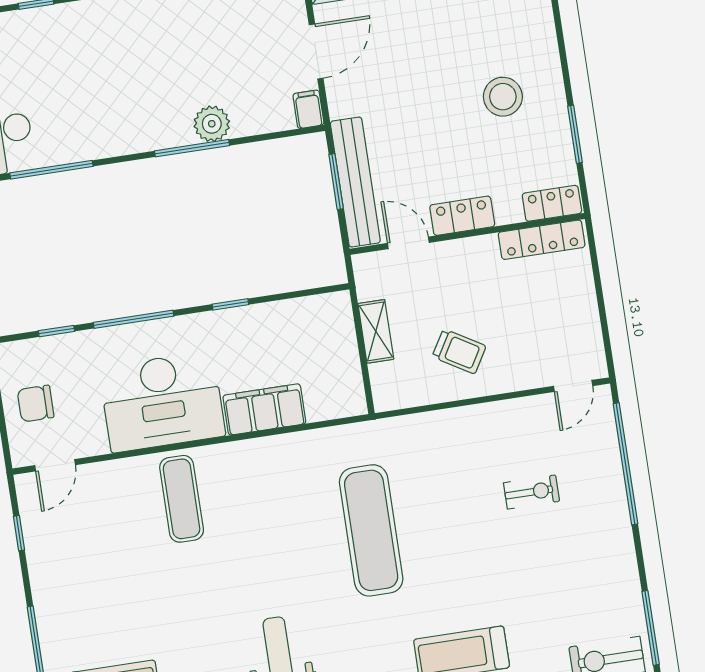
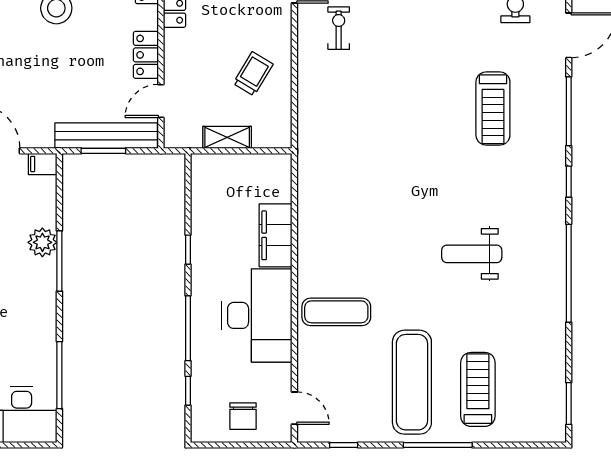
exercise bike: (532, 492) -> (339, 28), moved
exercise mat: (371, 530) -> (412, 382), moved, turned 90

